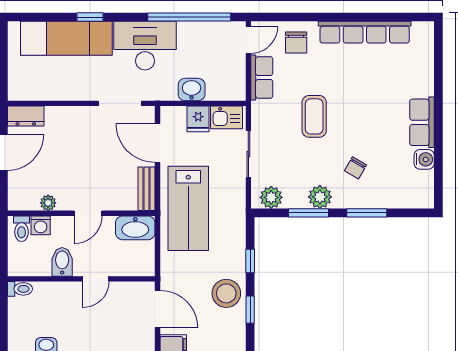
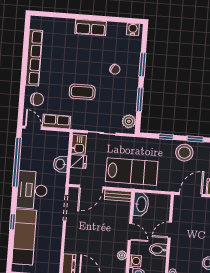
water cooler: (424, 159) -> (133, 29), moved
plant: (320, 197) -> (131, 92), removed
door: (96, 279) -> (170, 230), swing flipped

